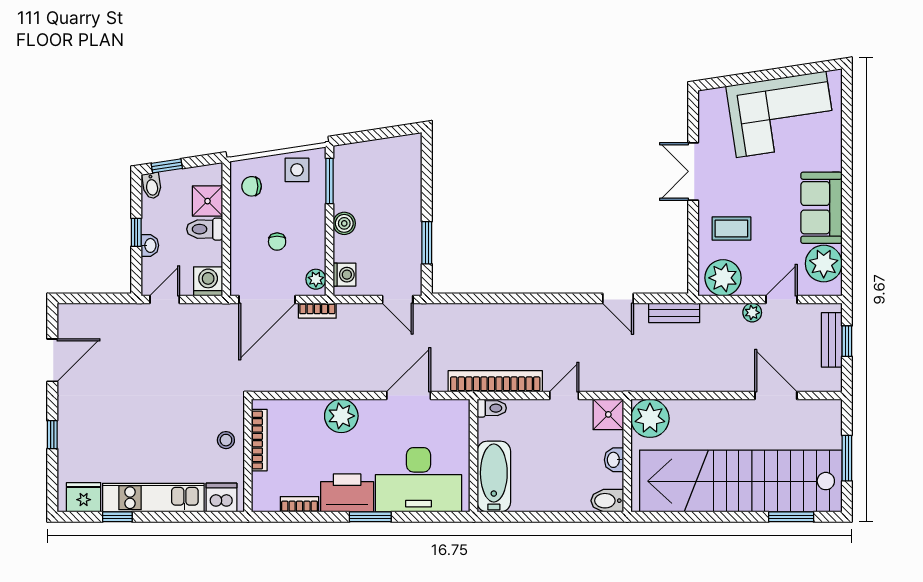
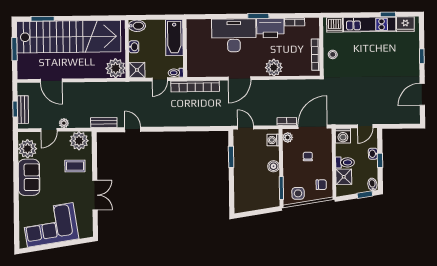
toilet: (492, 408) -> (176, 73), moved
wall: (474, 456) -> (185, 48), moved
bathtub: (494, 477) -> (174, 38), moved

